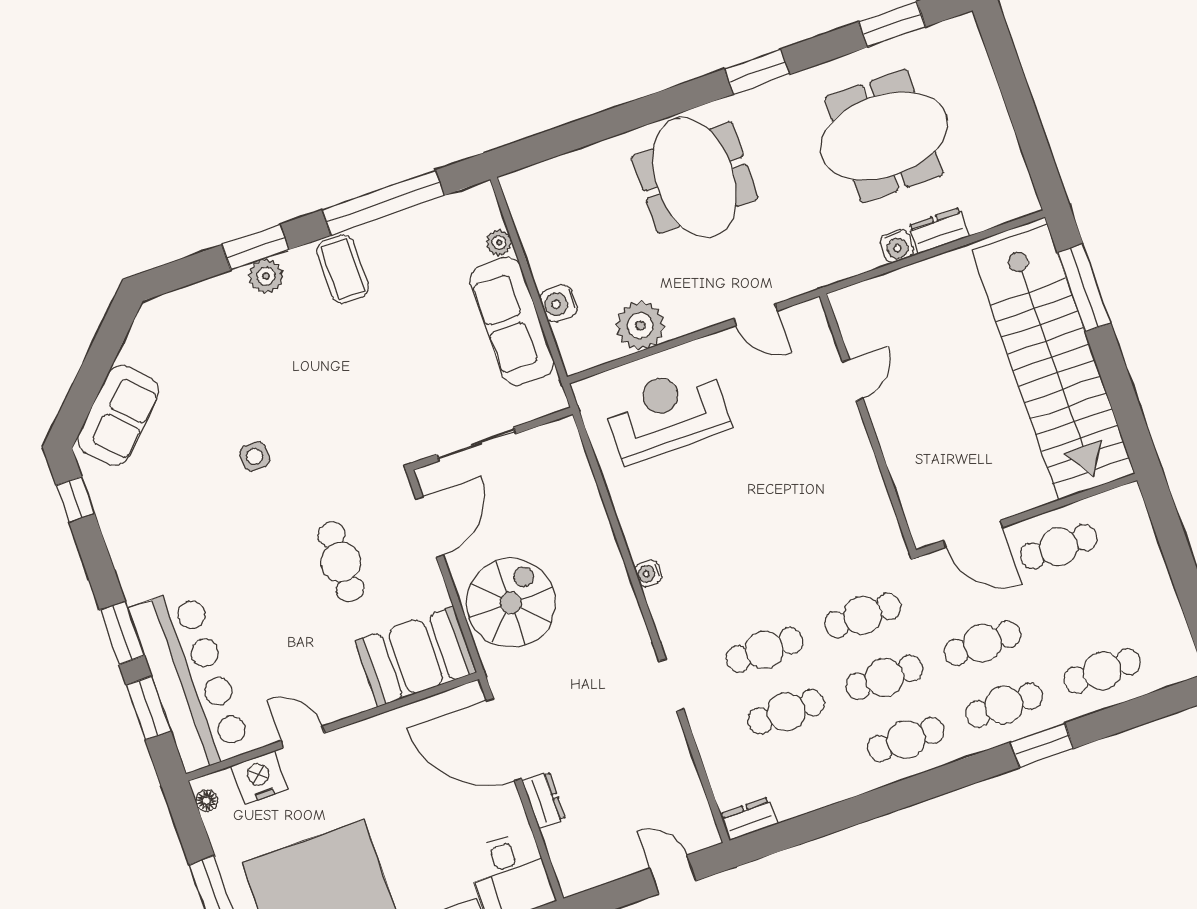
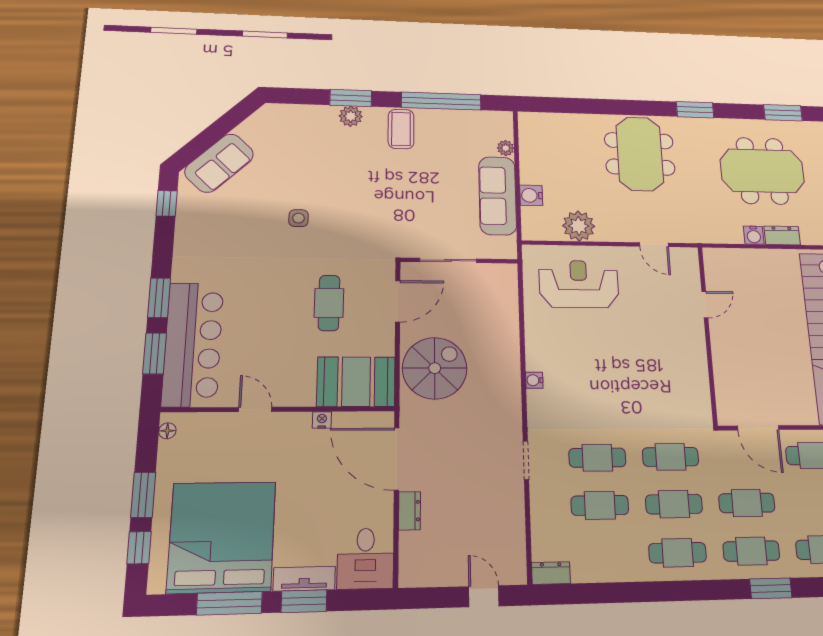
nightstand: (259, 778) -> (322, 420), moved, width x0.53, depth x0.56

